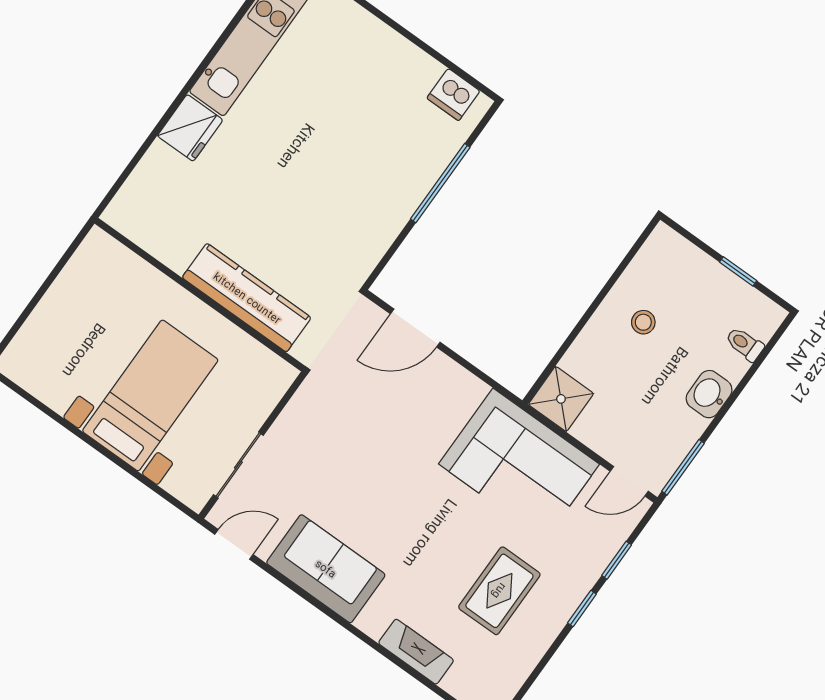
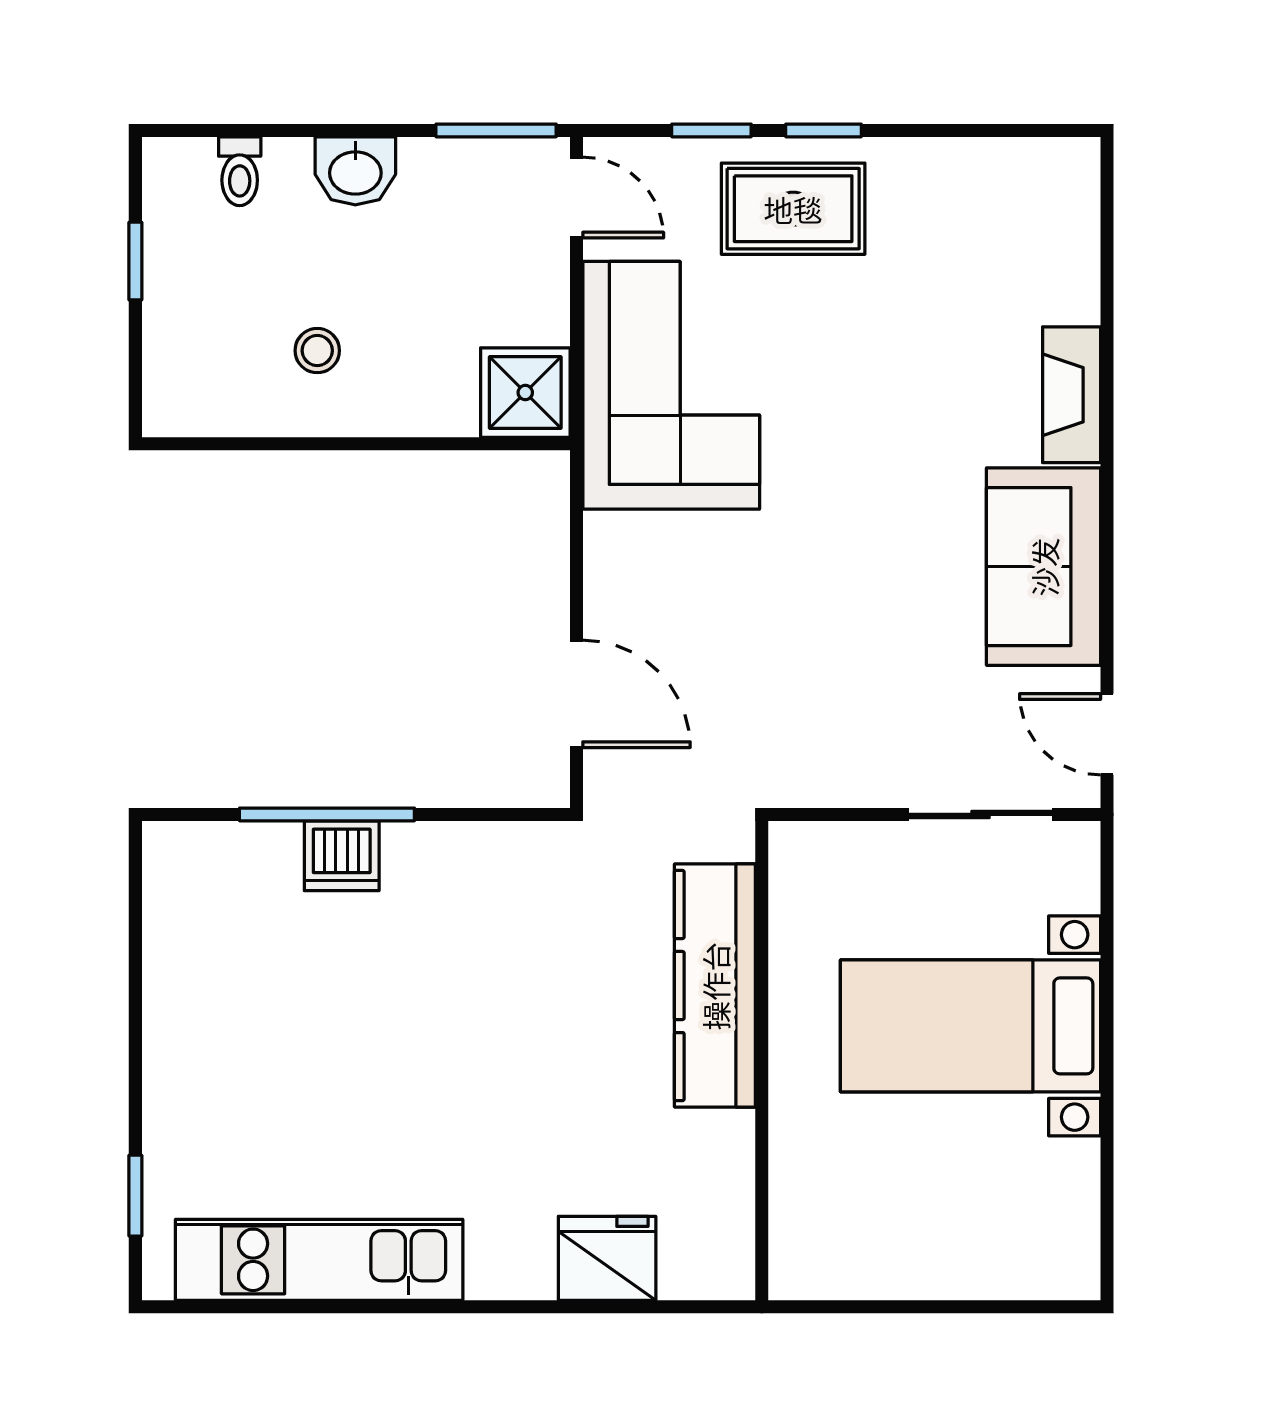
dishwasher: (453, 95) -> (342, 856), moved, turned 90
fridge: (190, 128) -> (607, 1258), moved
rug: (499, 591) -> (793, 209), moved
fireplace: (416, 652) -> (1072, 395), moved

